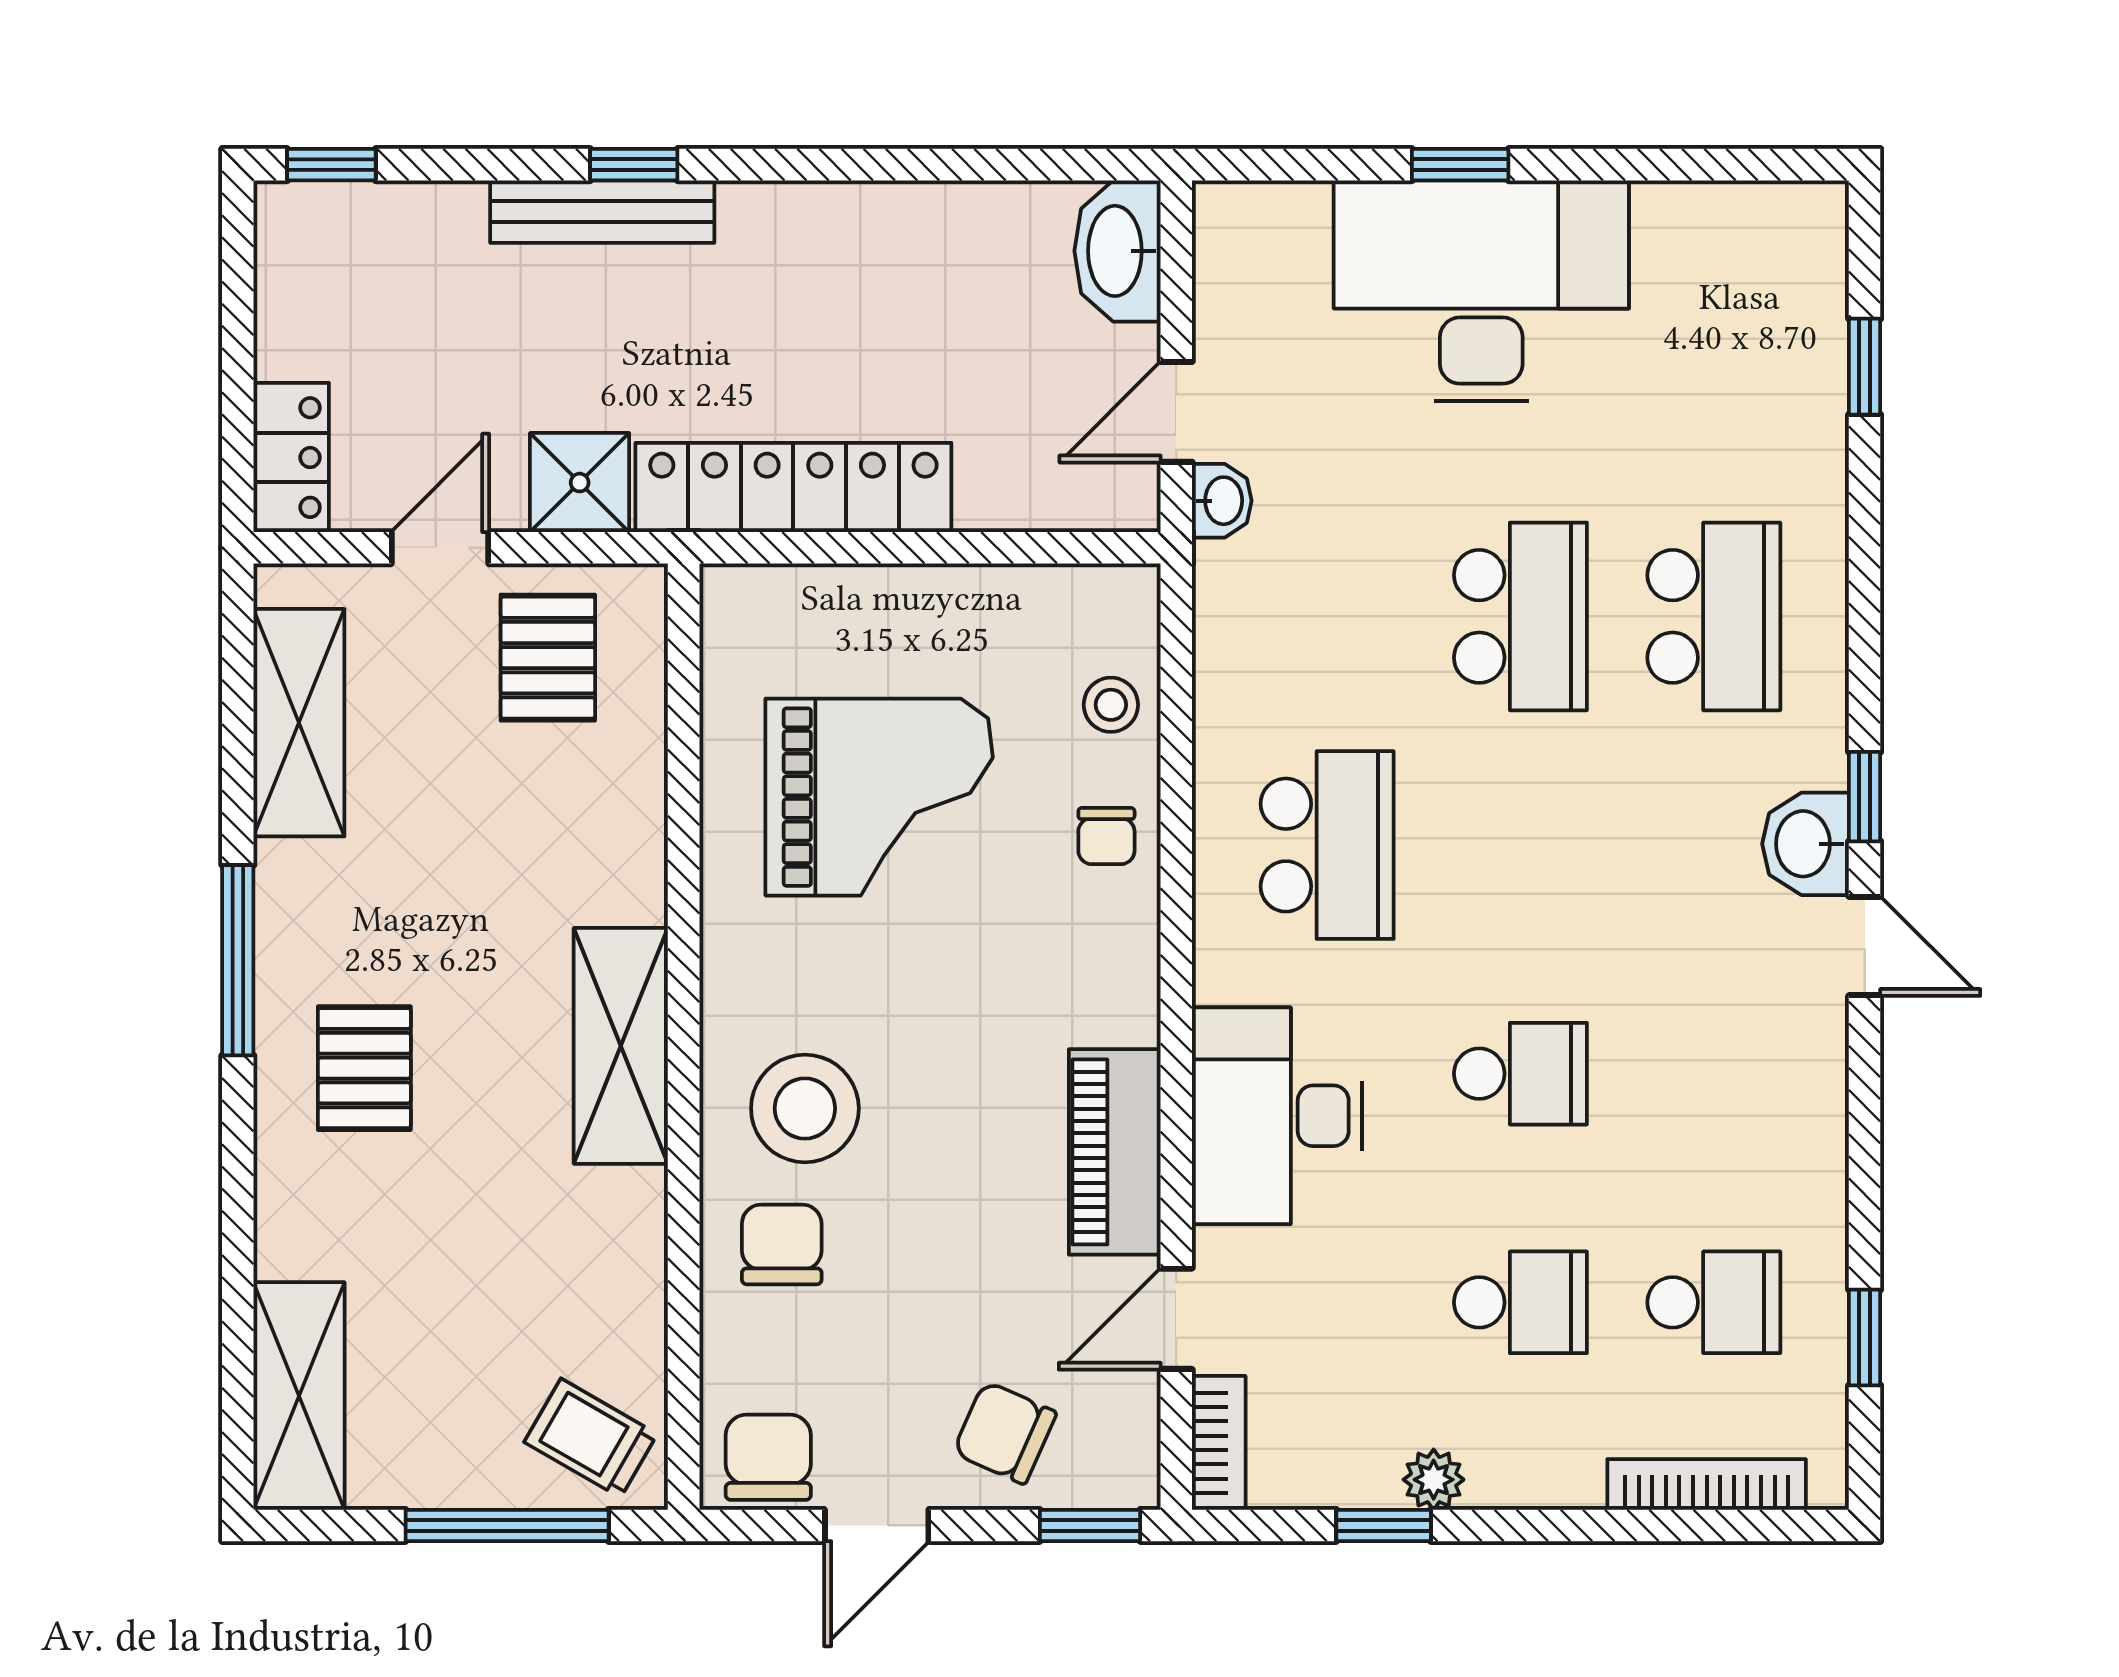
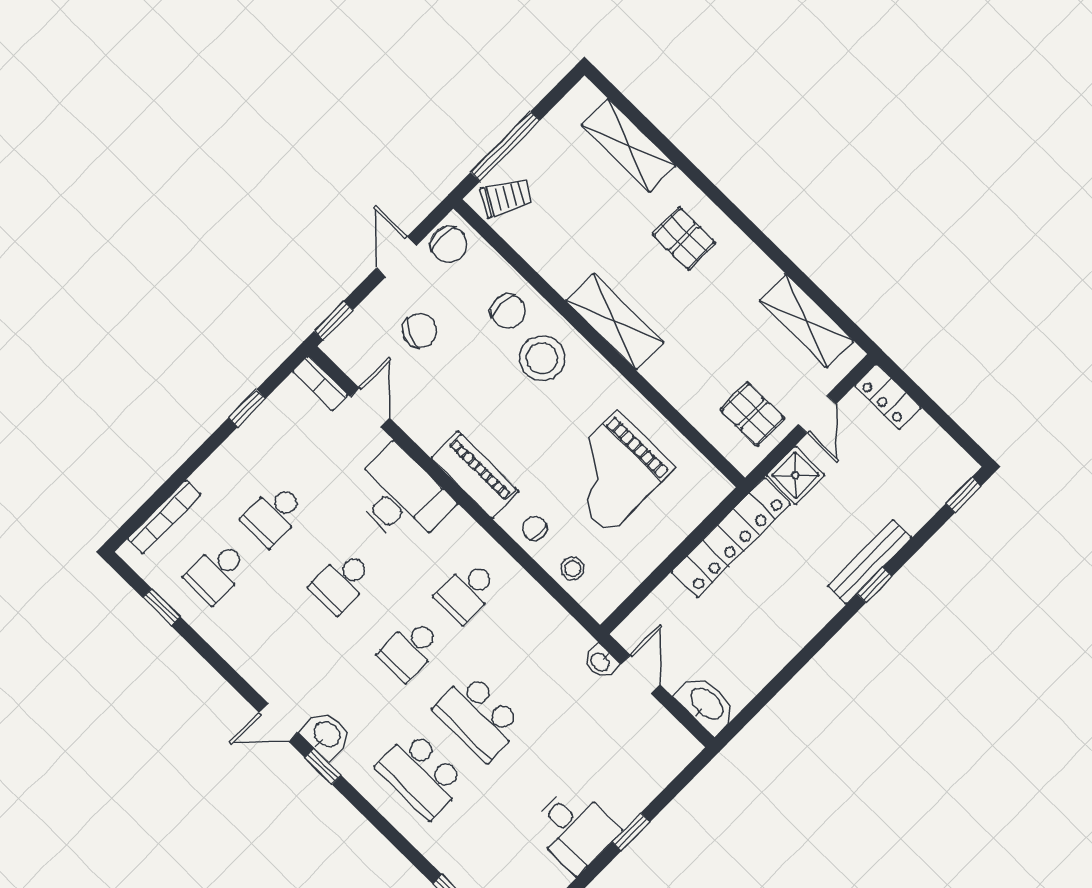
desk: (1481, 291) -> (574, 829), width x0.53, depth x0.77
school desk: (1327, 845) -> (467, 592), width x0.54
school desk: (1520, 845) -> (410, 650), added
window: (238, 960) -> (753, 232), removed
piano: (1115, 1152) -> (475, 475), moved
shelving: (299, 1396) -> (629, 145), moved
chair: (1005, 1433) -> (420, 331), moved
plant: (1434, 1480) -> (246, 437), removed

